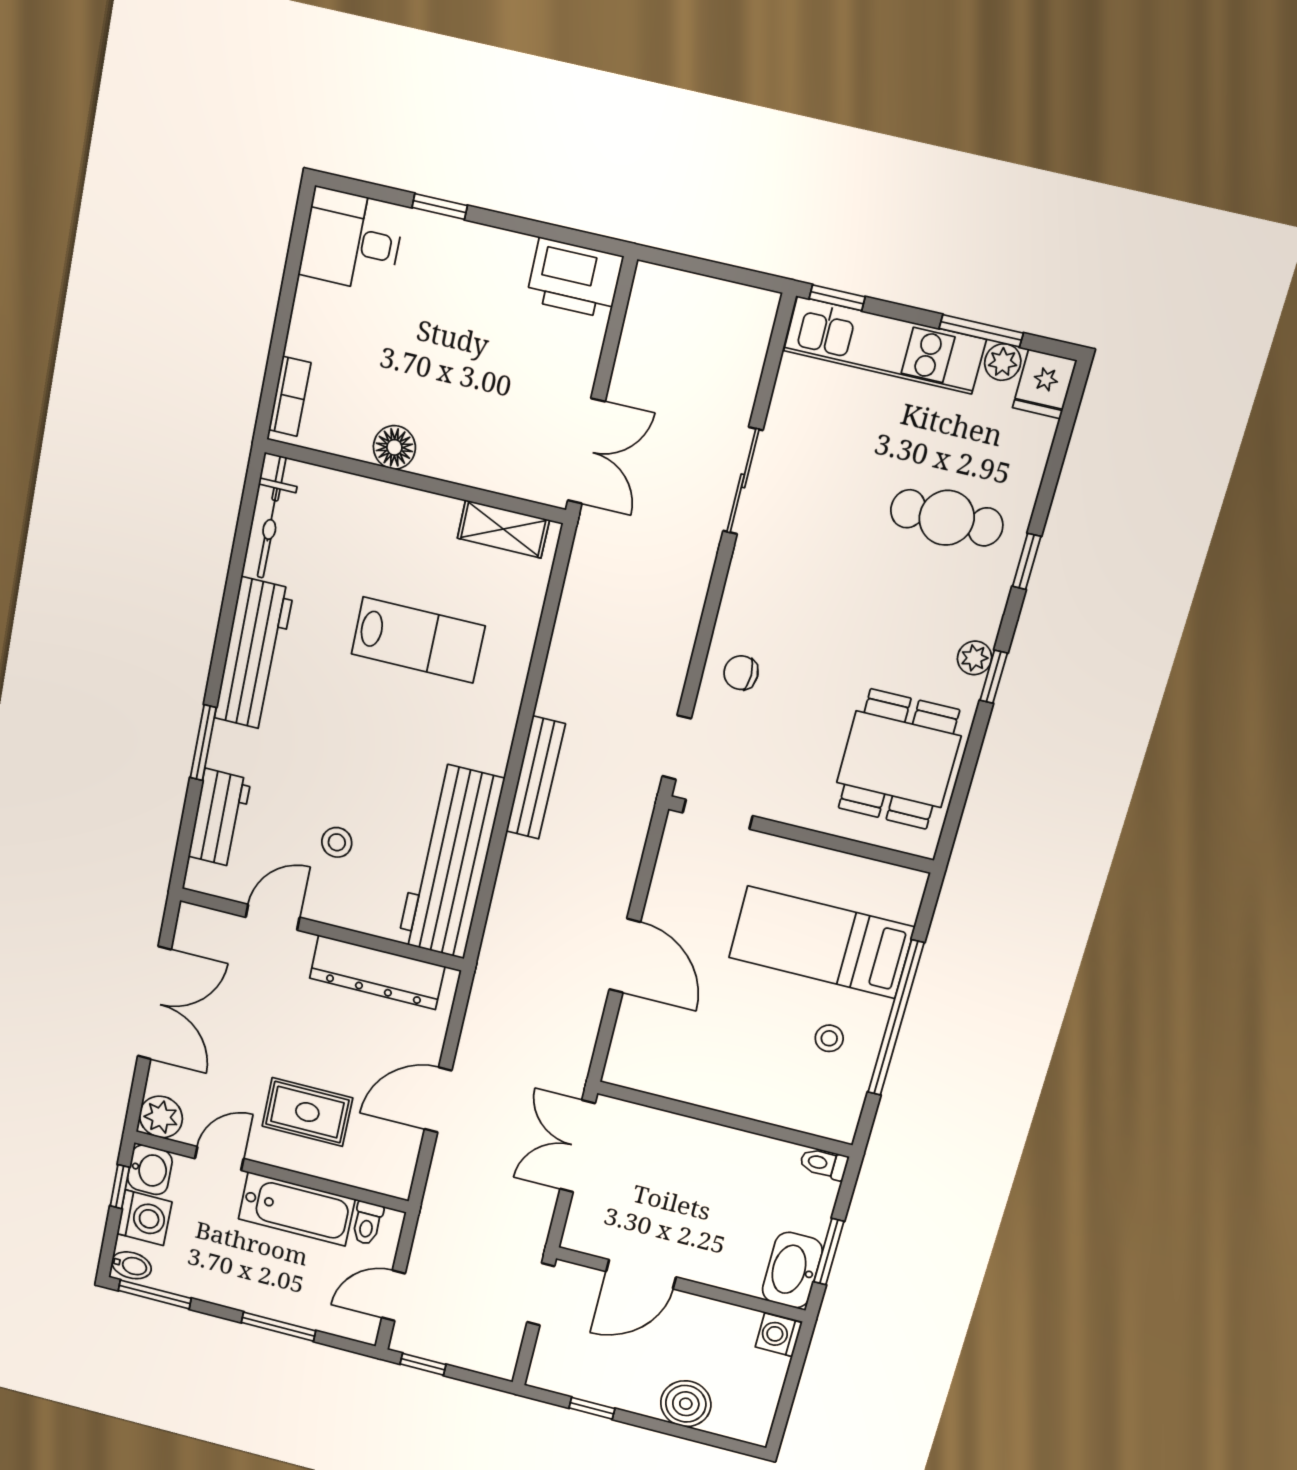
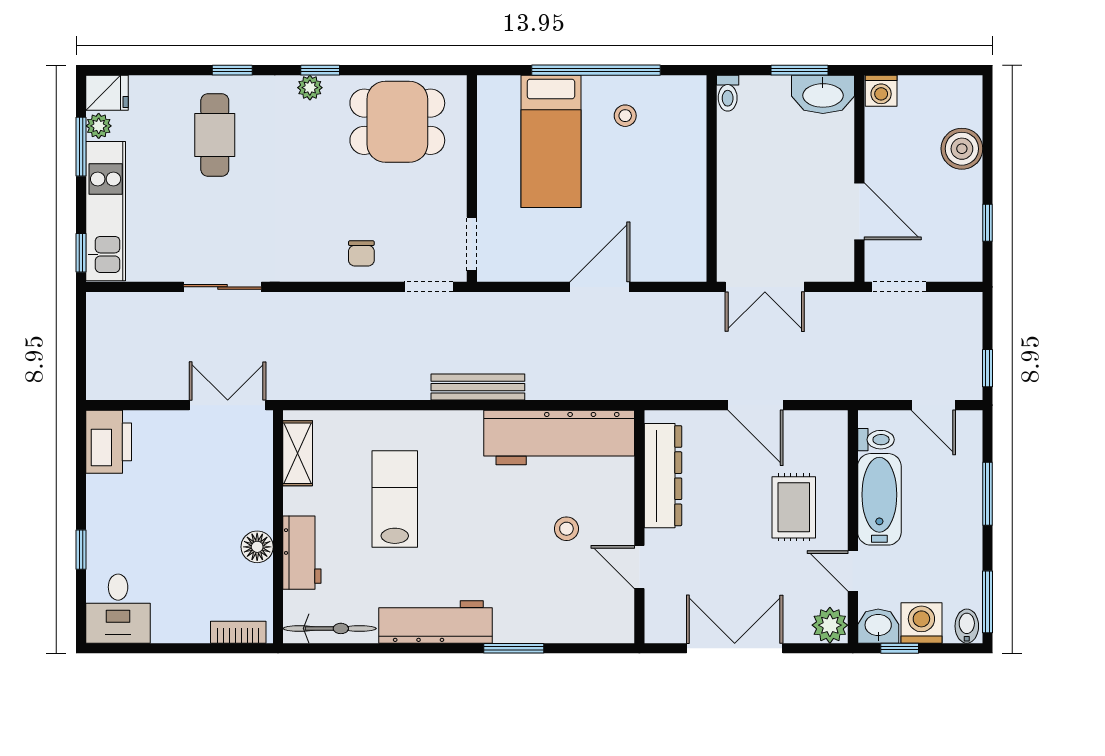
workbench: (219, 818) -> (302, 553), moved, turned 90

